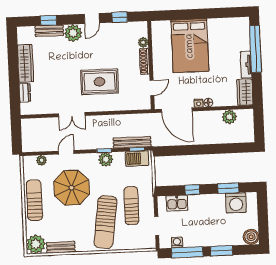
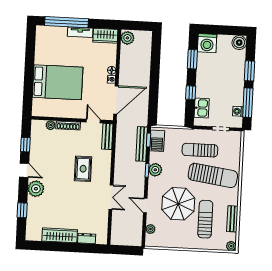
bench: (49, 31) -> (107, 136), moved
rug: (100, 82) -> (83, 169), width x0.73, depth x0.70
plant: (229, 117) -> (127, 38), moved
sun lounger: (34, 200) -> (205, 219), moved, turned 90
washing machine: (236, 203) -> (207, 43), moved, turned 90
plant: (36, 244) -> (231, 246), width x0.53, depth x0.53

